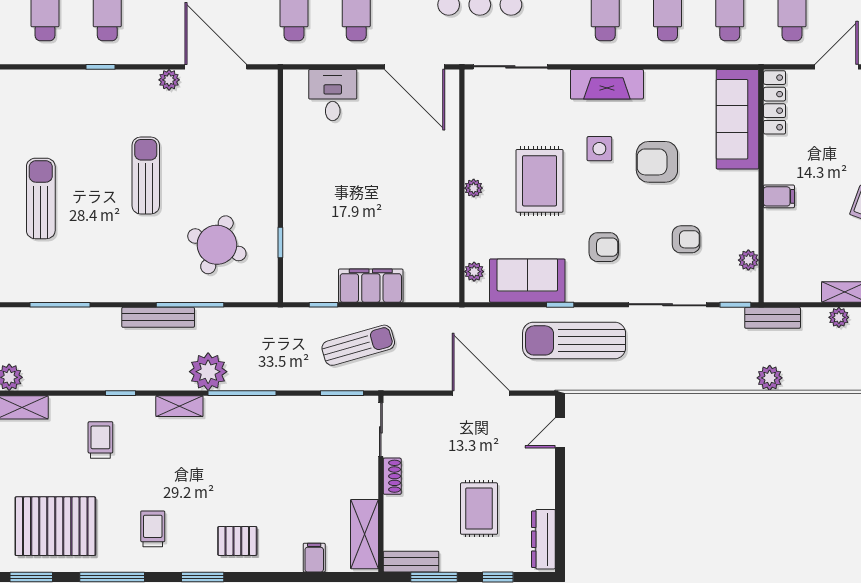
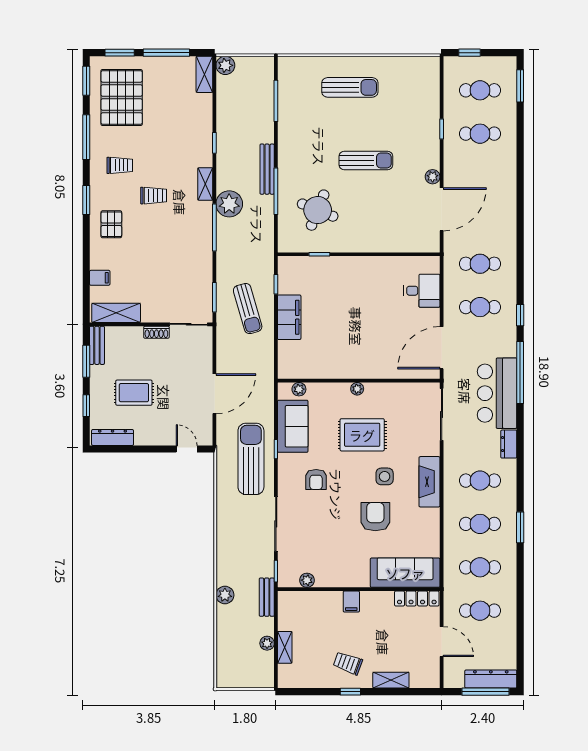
armchair: (686, 239) -> (321, 537), removed
trolley: (100, 440) -> (154, 196), moved

